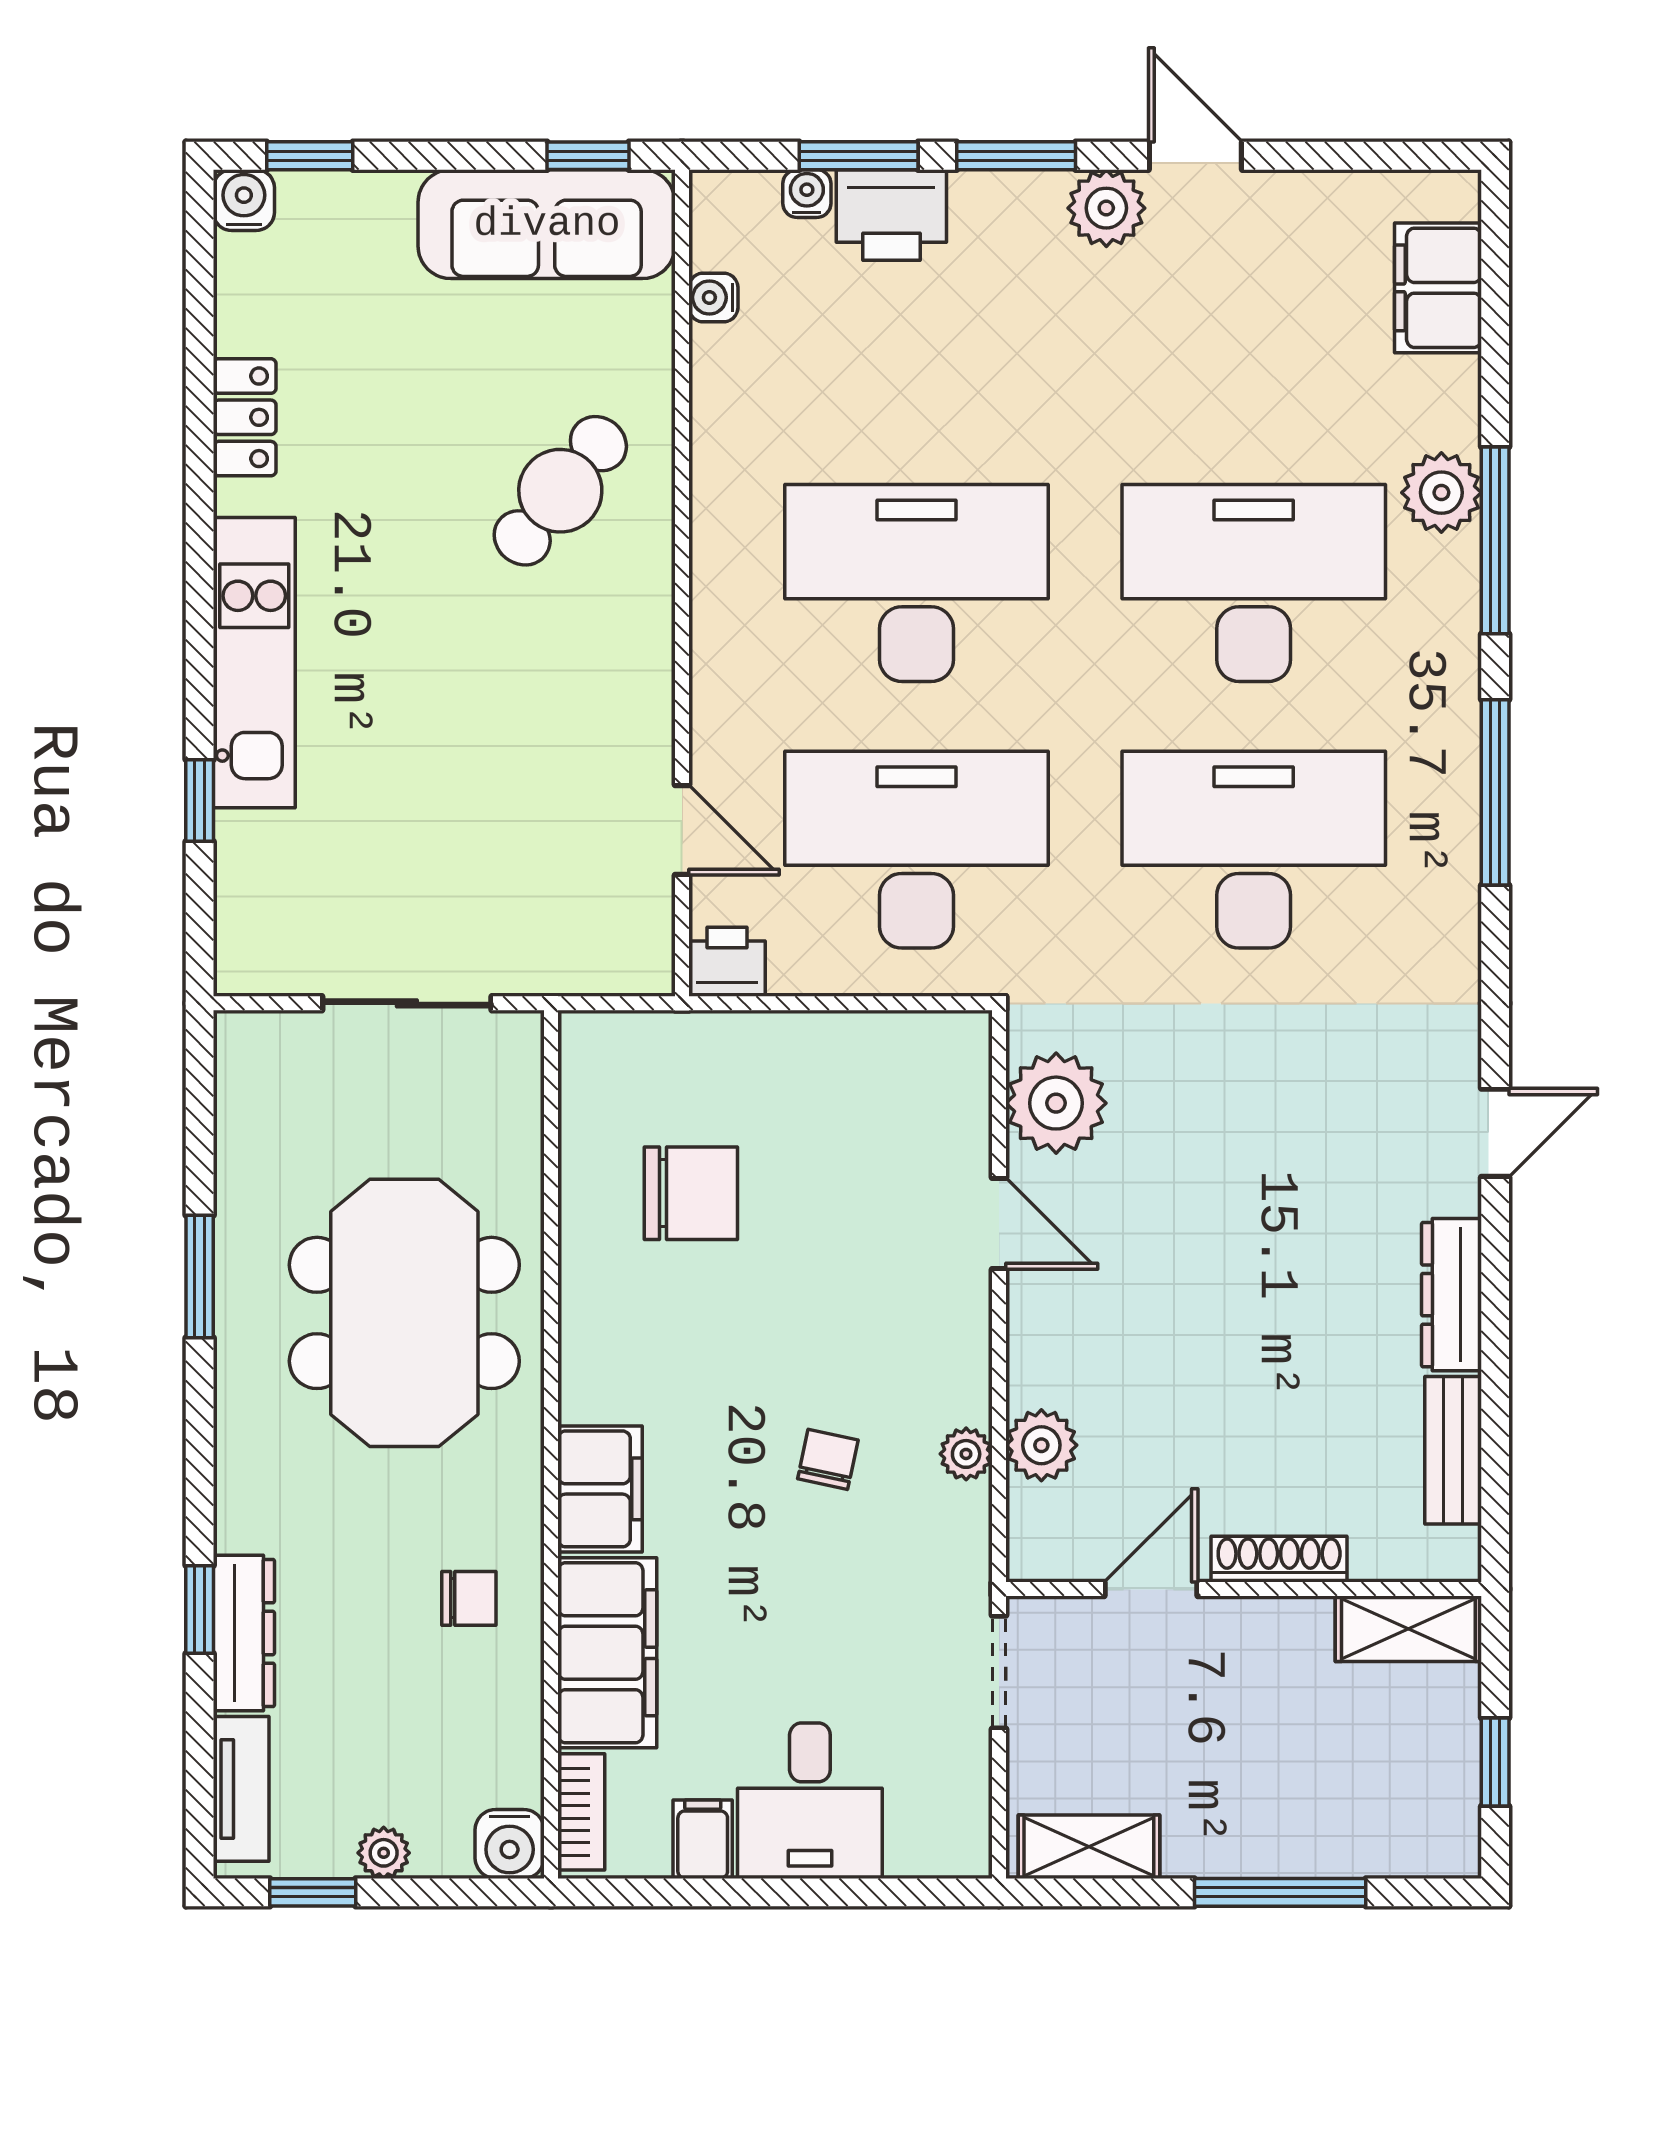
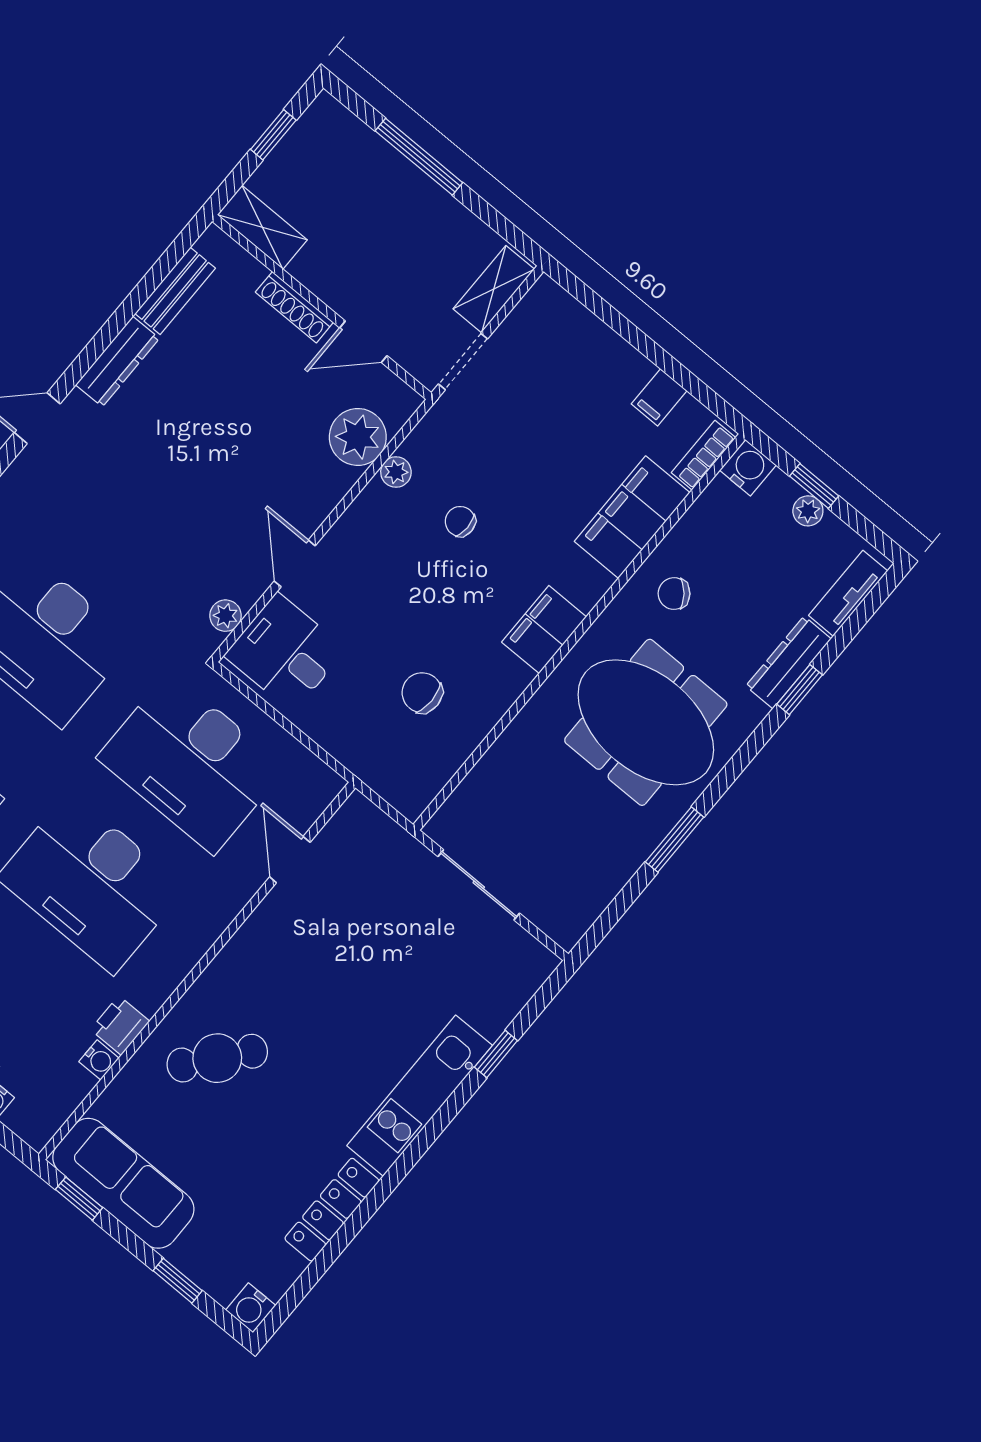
window: (310, 156) -> (178, 1281), moved
water cooler: (713, 297) -> (99, 1060), moved
locker: (245, 417) -> (332, 1210), width x1.53
printer: (727, 962) -> (120, 1025), moved, turned 90
plant: (1056, 1103) -> (226, 616), width x0.53, depth x0.53
chair: (691, 1193) -> (422, 693), width x0.73, depth x0.73
meeting table: (404, 1313) -> (646, 722), moved, turned 90
plant: (1041, 1445) -> (358, 437), width x1.36, depth x1.36
chair: (828, 1459) -> (460, 521), turned 78
filing cabinet: (600, 1489) -> (544, 629), moved
chair: (469, 1598) -> (674, 594), turned -39
desk: (810, 1801) -> (285, 653), moved, turned -90
shelving: (1089, 1847) -> (494, 289), moved, turned 90
window: (313, 1892) -> (814, 486), moved

